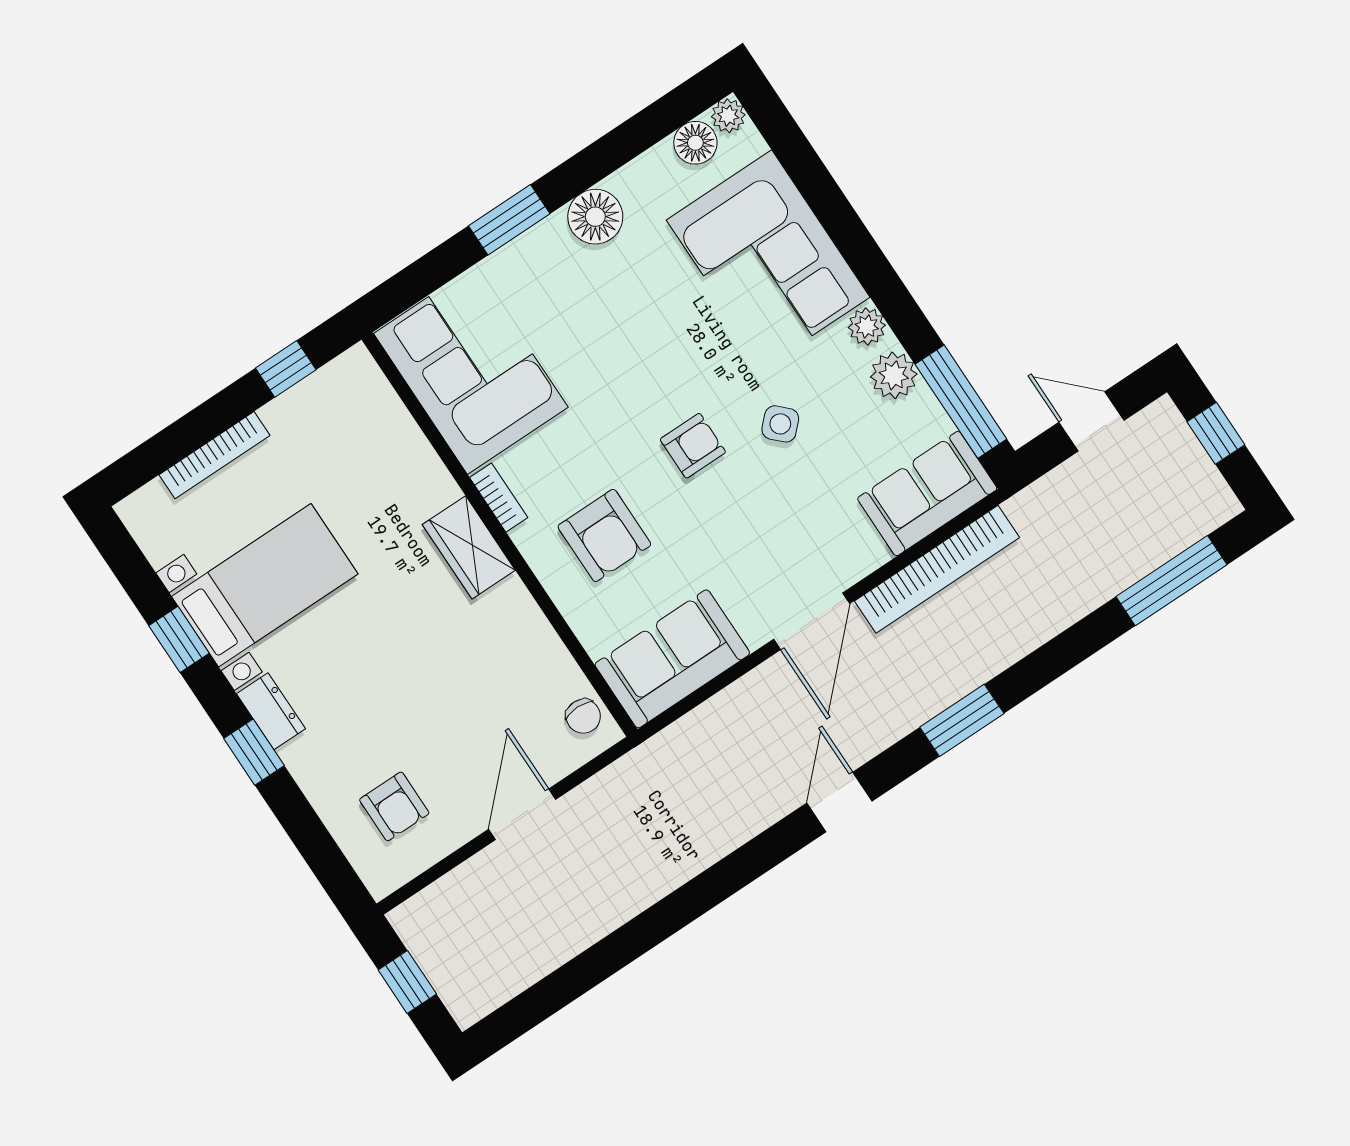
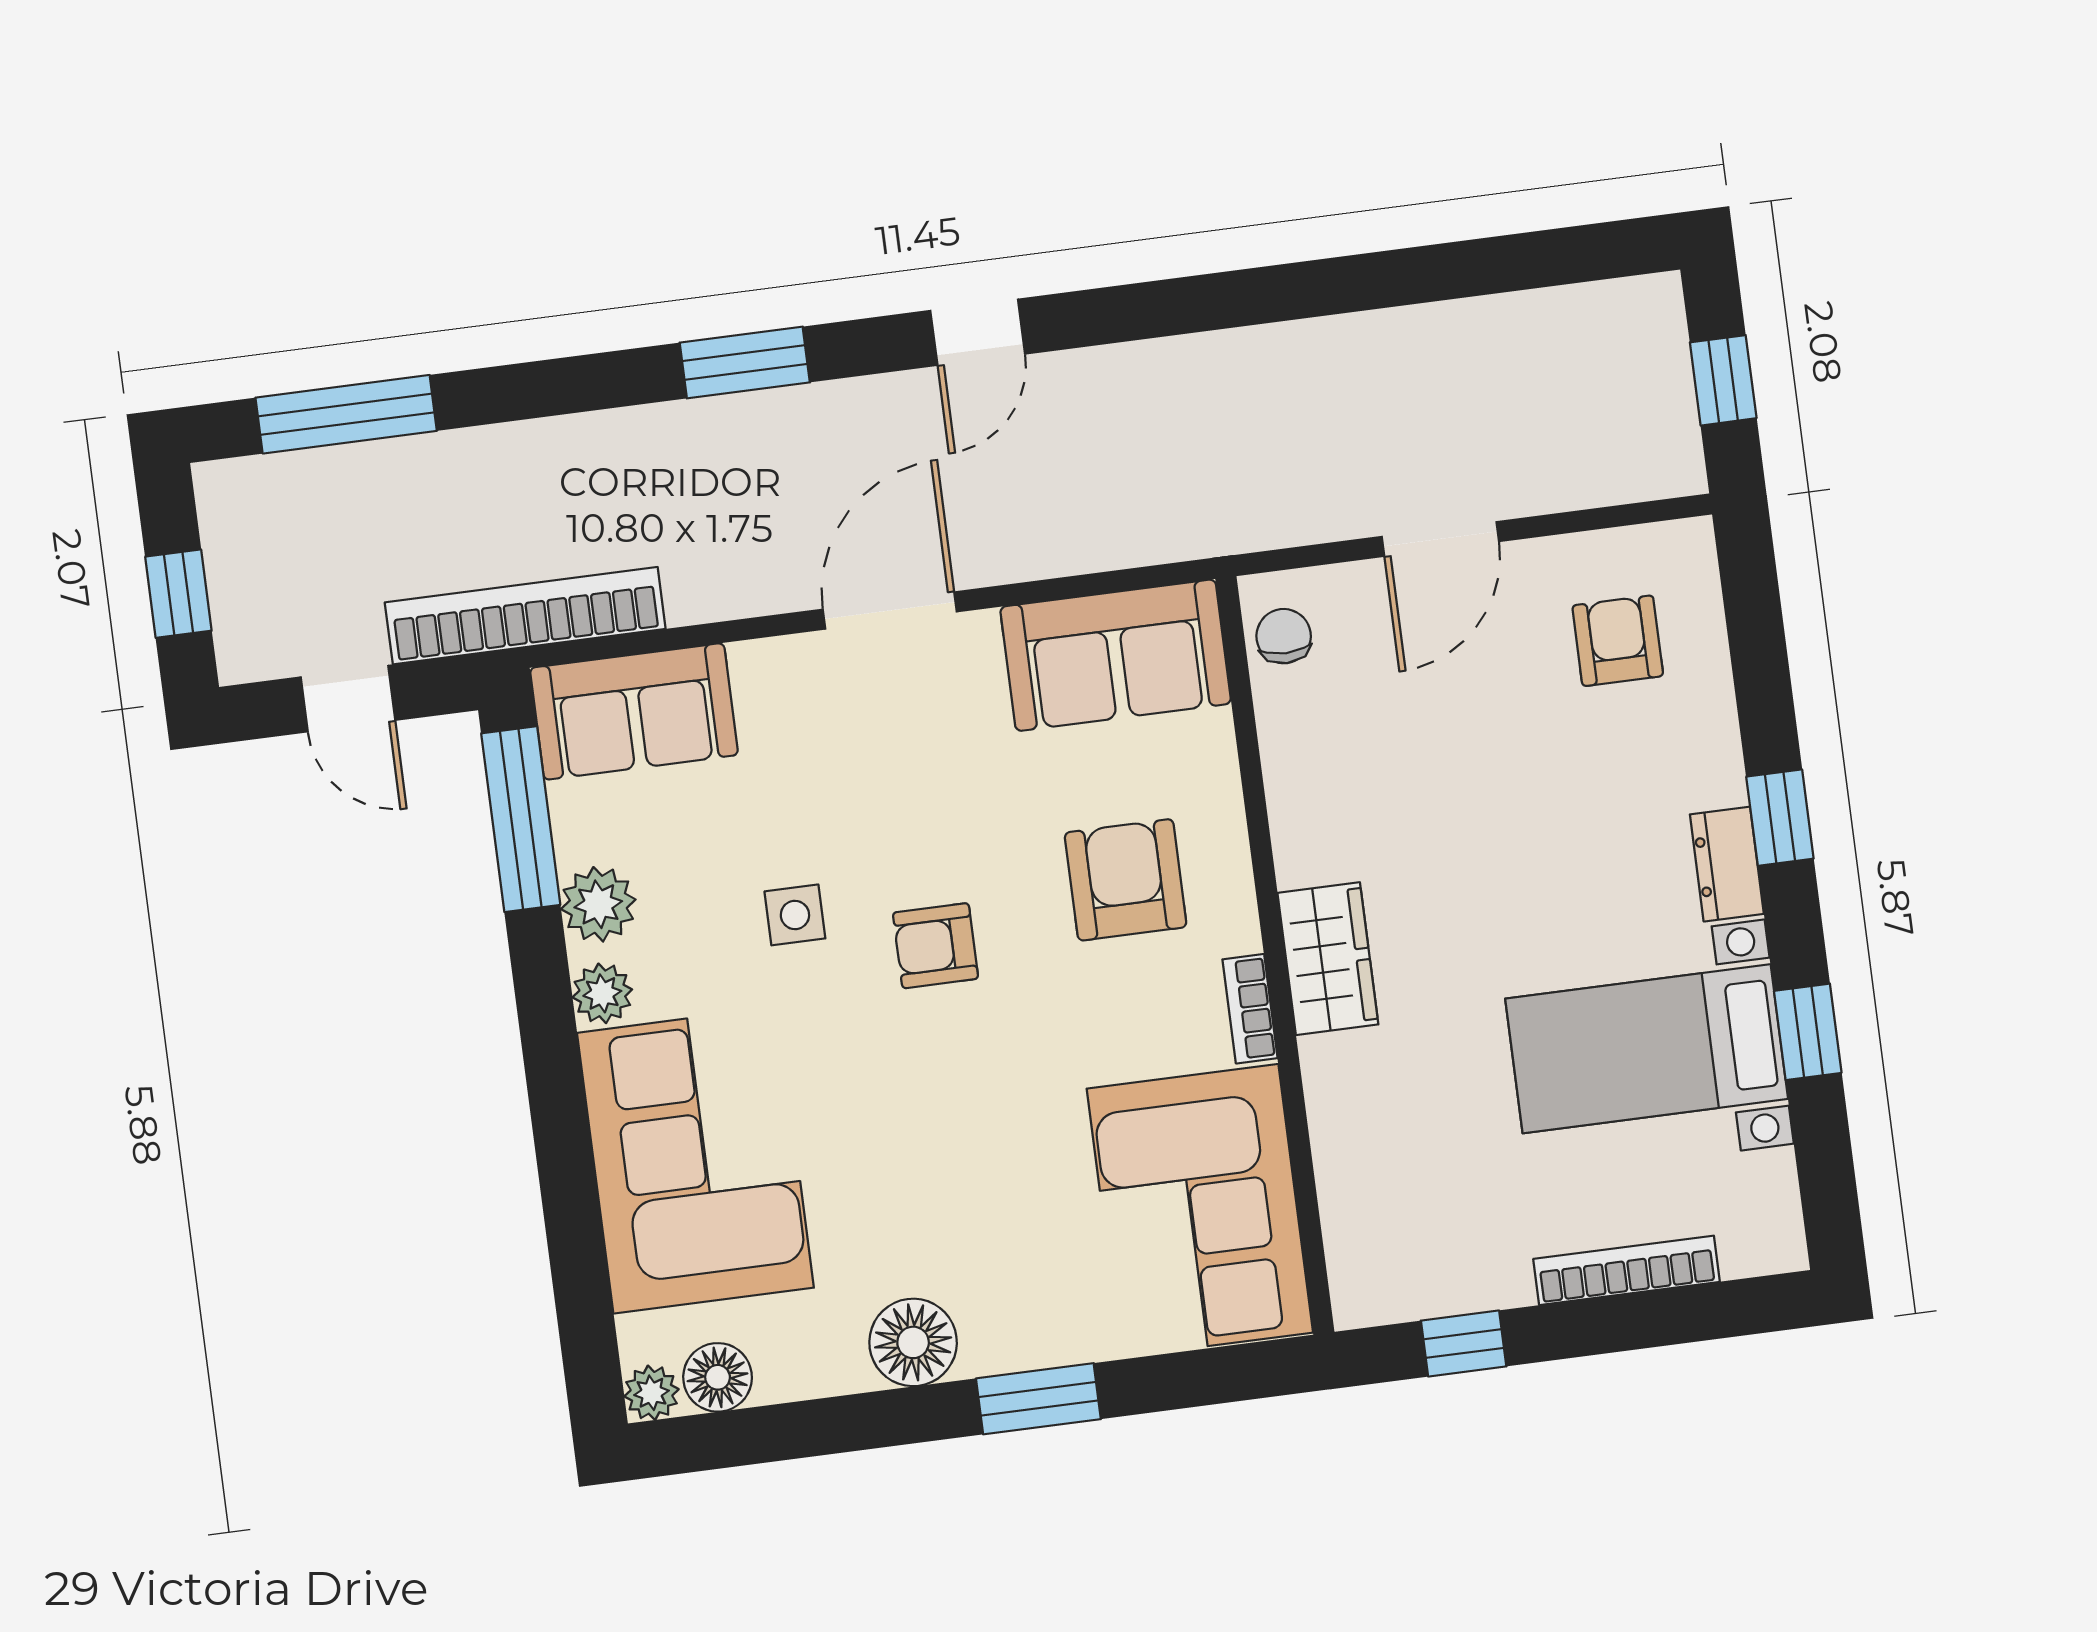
side table: (780, 424) -> (795, 915), turned 45
bookcase: (937, 569) -> (525, 616), moved

